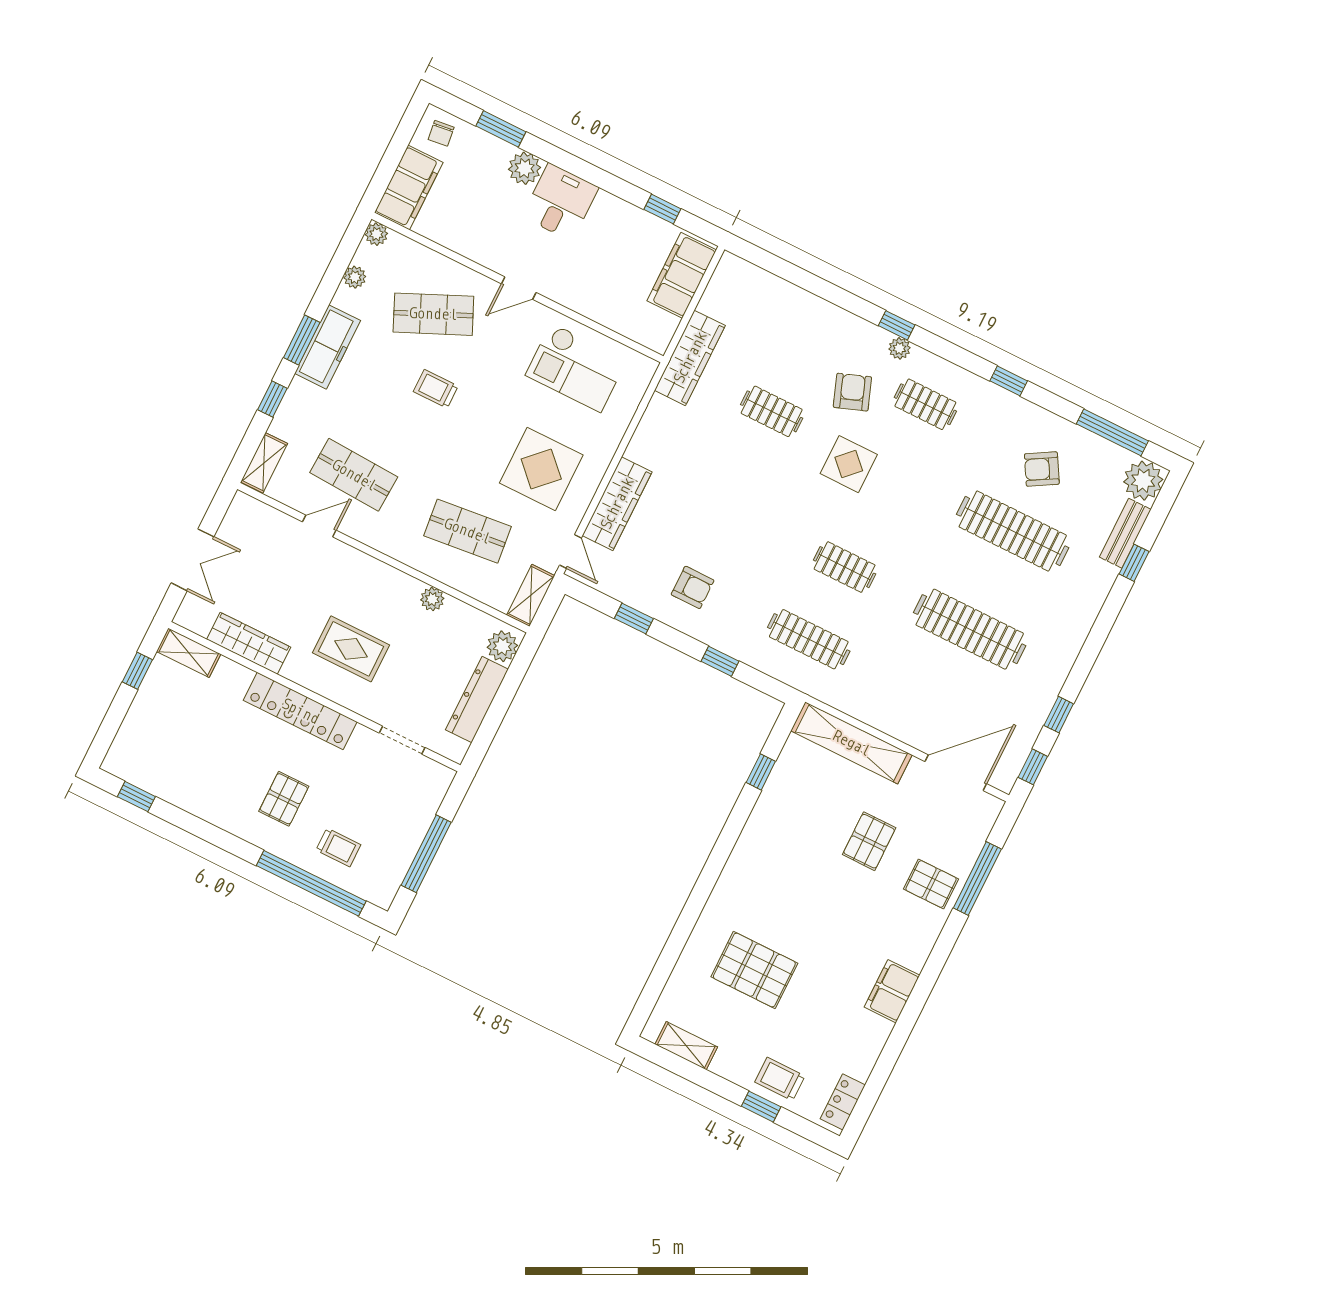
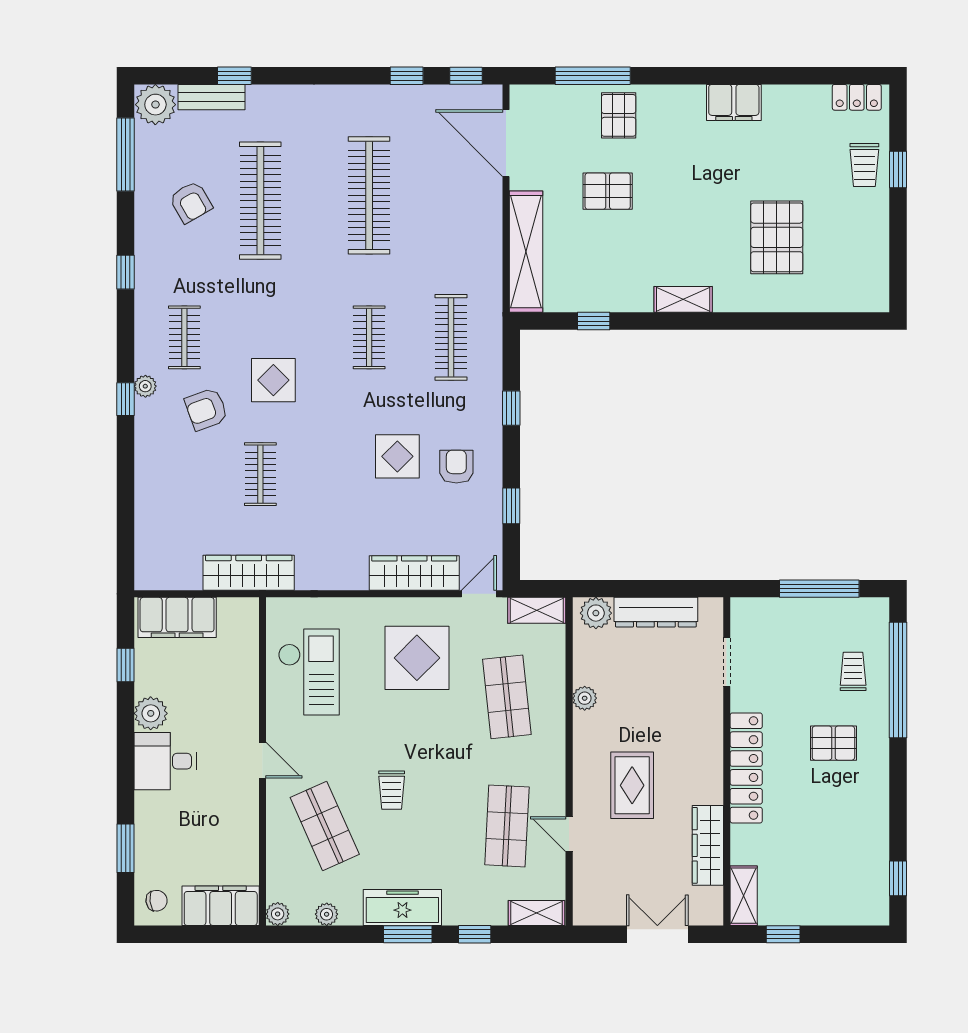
plant: (525, 168) -> (151, 713), moved
display table: (727, 540) -> (397, 456), added
rug: (351, 649) -> (632, 785), moved
shelving: (686, 1046) -> (683, 299), moved, turned 90

